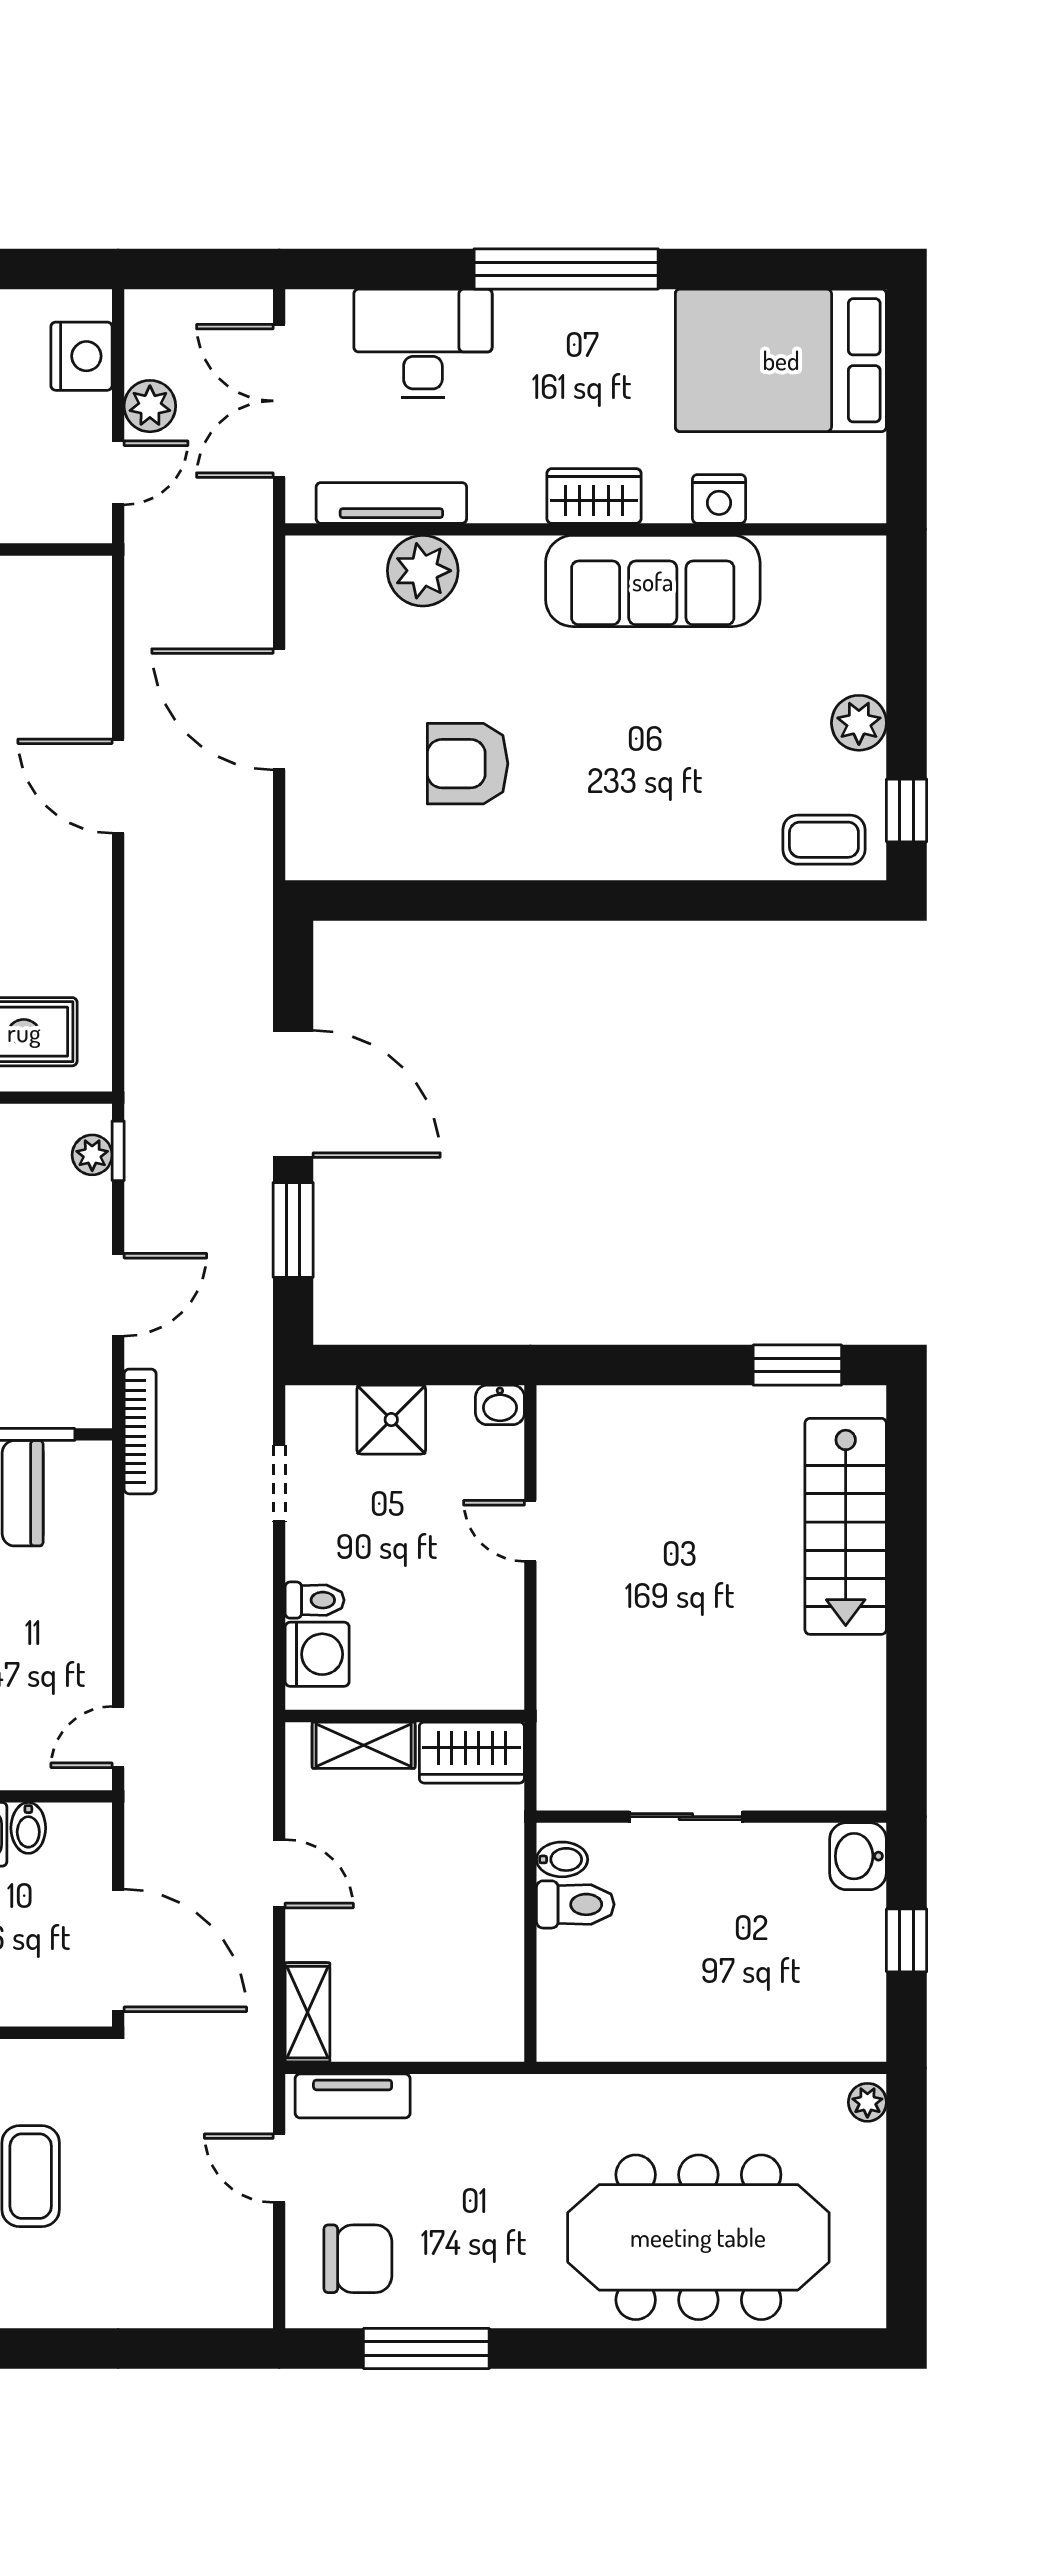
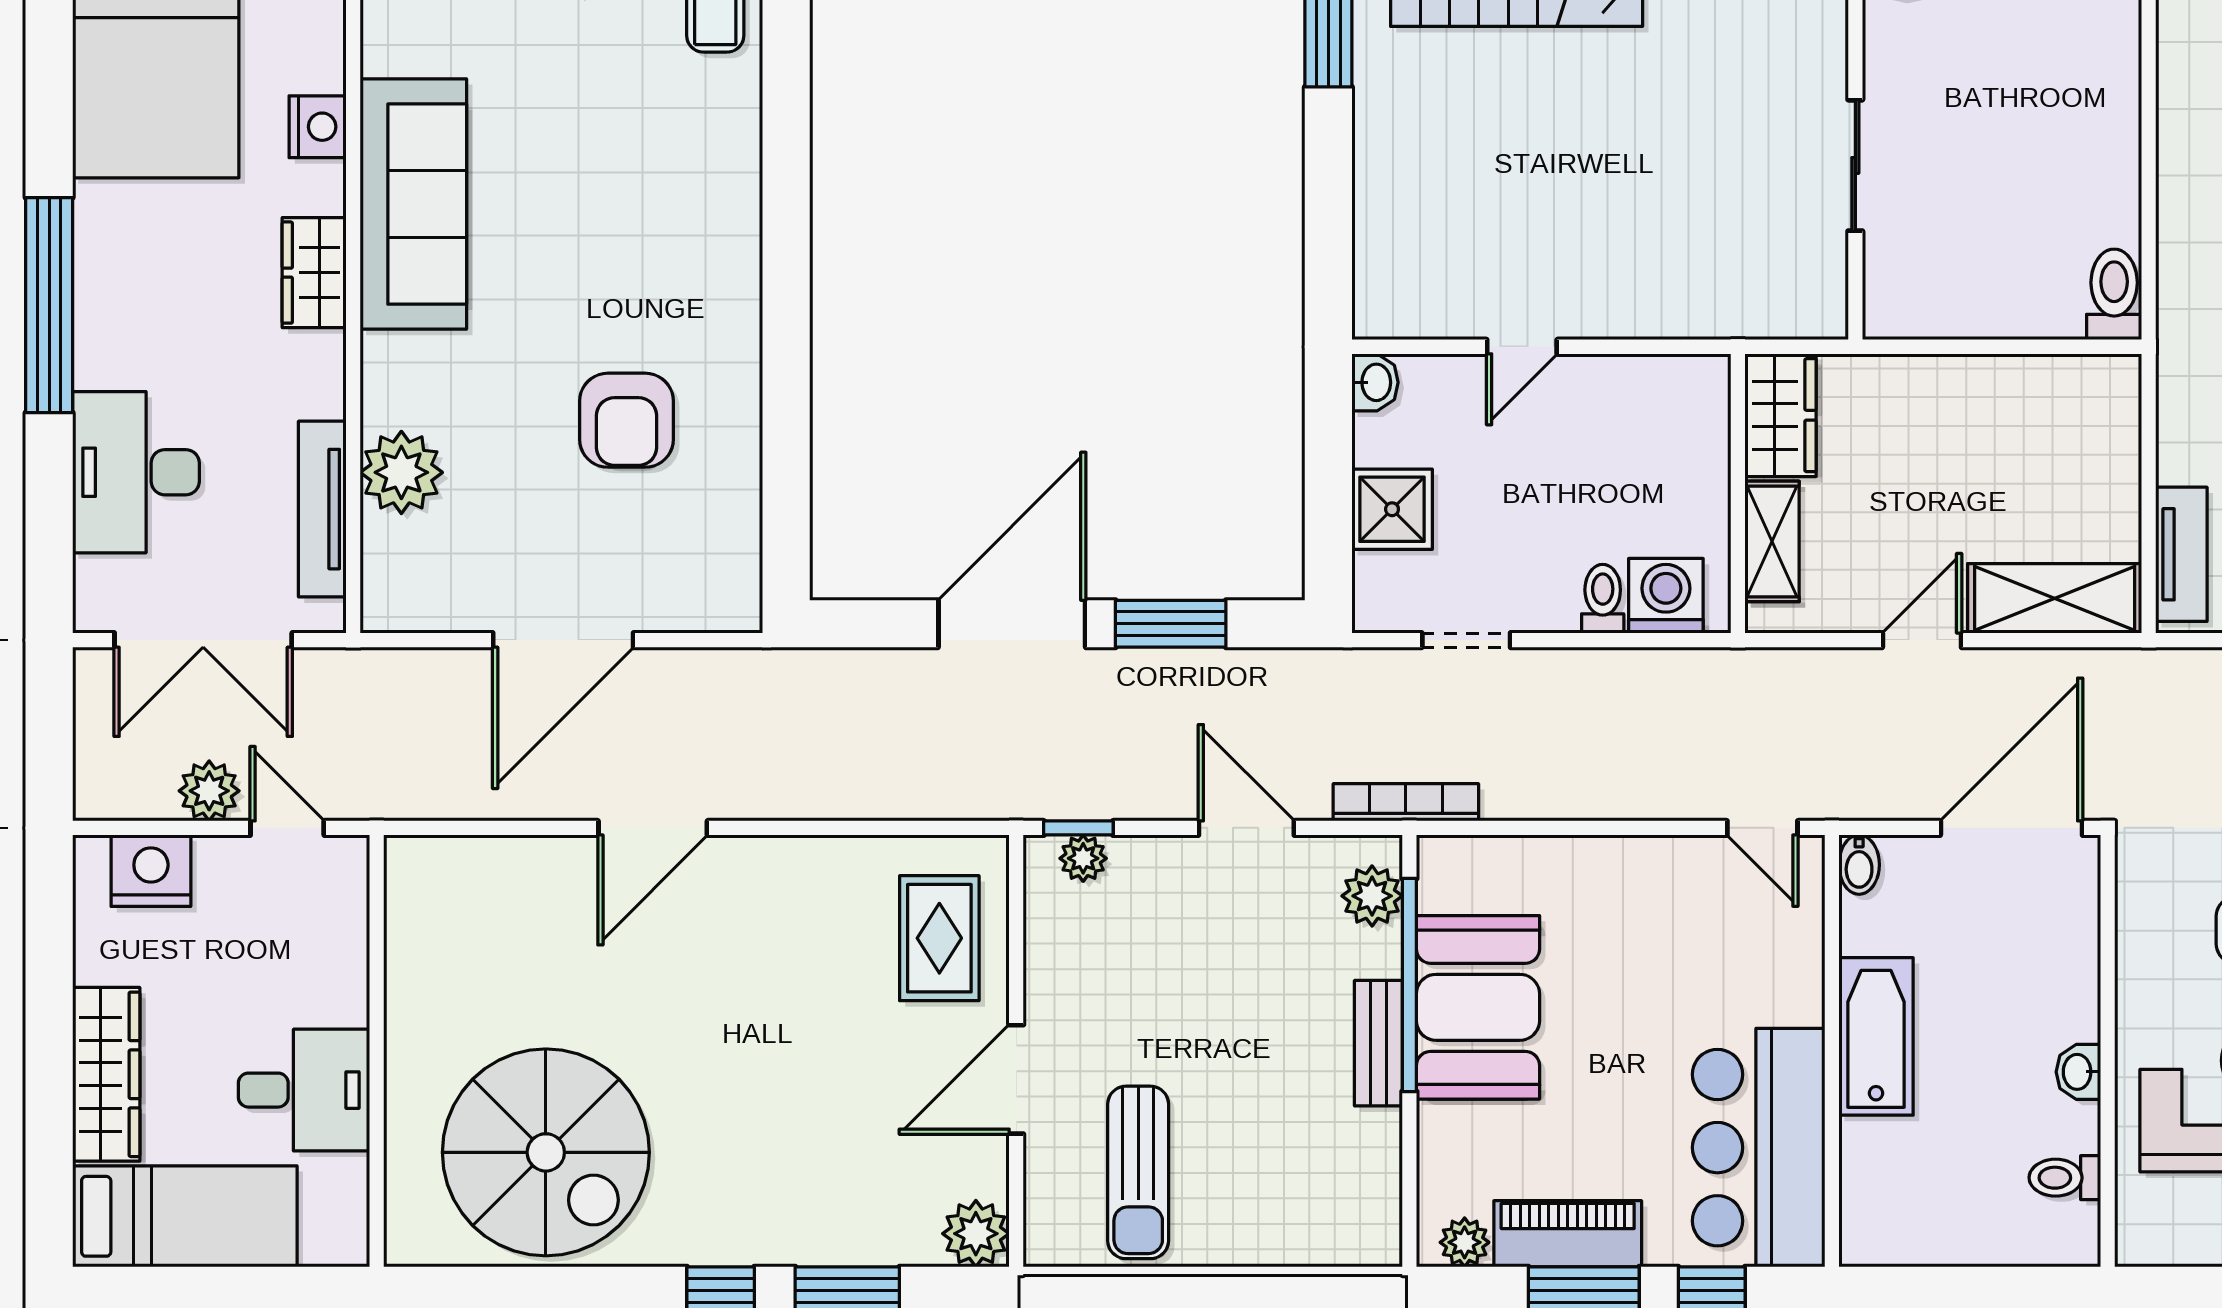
plant: (60, 1402) -> (1372, 896), added
bidet: (28, 1828) -> (1859, 865), moved, turned 90
bidet: (562, 1859) -> (1905, 310), removed
toilet: (575, 1904) -> (2114, 294), moved
shelving: (307, 2012) -> (2055, 598), width x1.50, depth x1.33

